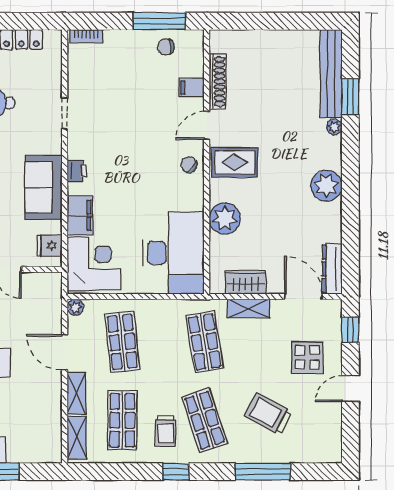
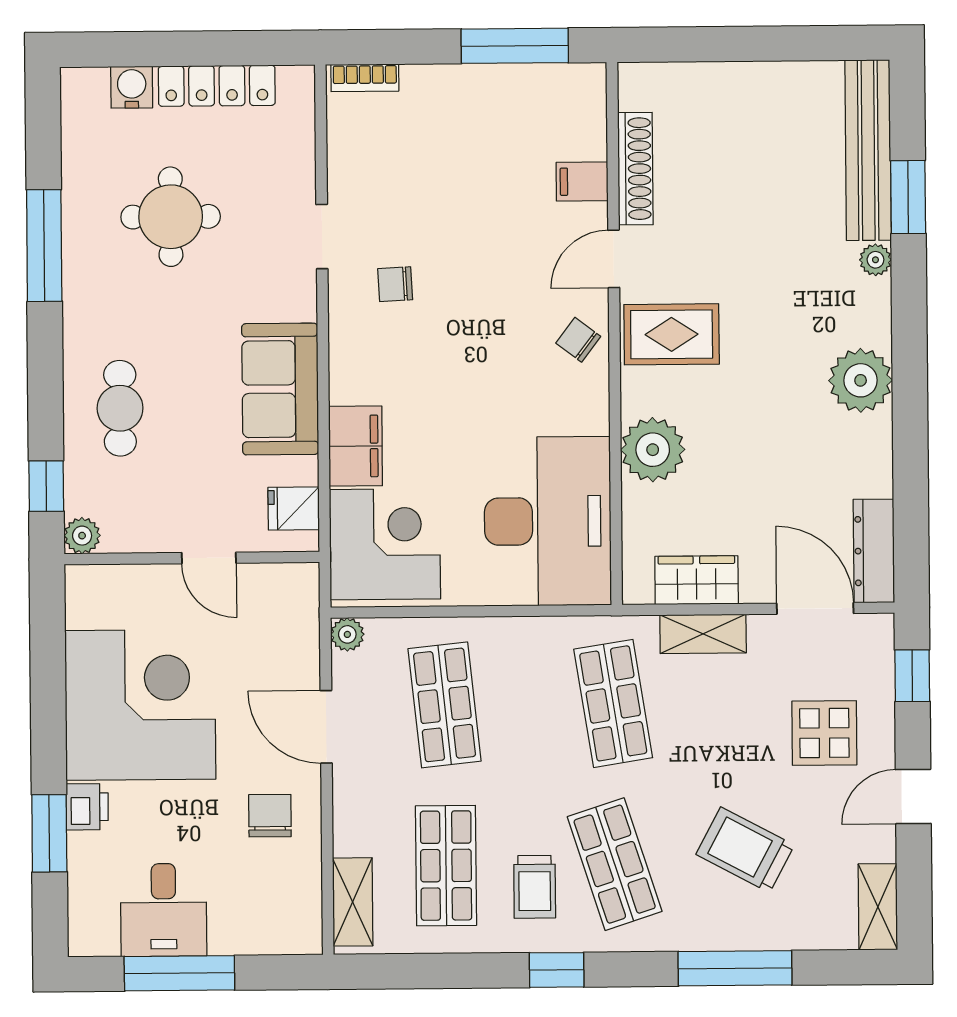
chair: (166, 47) -> (395, 284), moved
printer: (77, 171) -> (348, 354), removed
shelving: (77, 394) -> (878, 907), moved
chair: (37, 395) -> (270, 816), added

